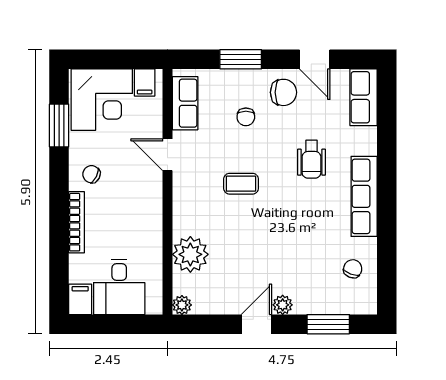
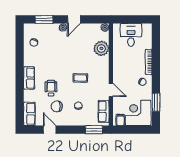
window: (241, 59) -> (94, 130), moved
chair: (283, 92) -> (57, 106), moved
row of seats: (364, 196) -> (29, 78), width x0.68
filing cabinet: (80, 299) -> (147, 30), removed

